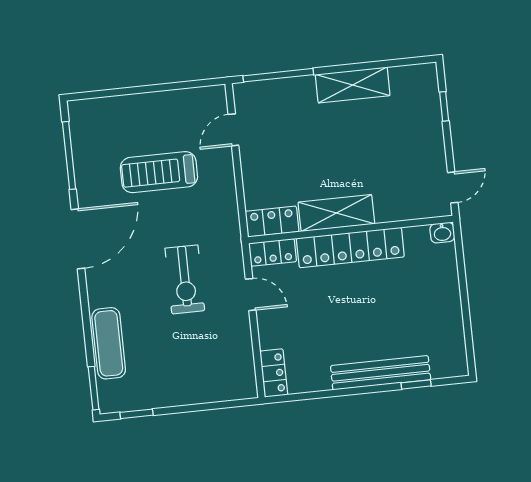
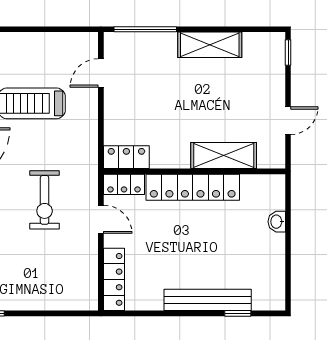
window: (444, 106) -> (288, 53), moved
door: (453, 187) -> (288, 121), moved
shelving: (336, 213) -> (224, 156), moved
washbasin: (442, 233) -> (277, 222), moved, turned 90
locker: (274, 373) -> (114, 279), width x1.53

